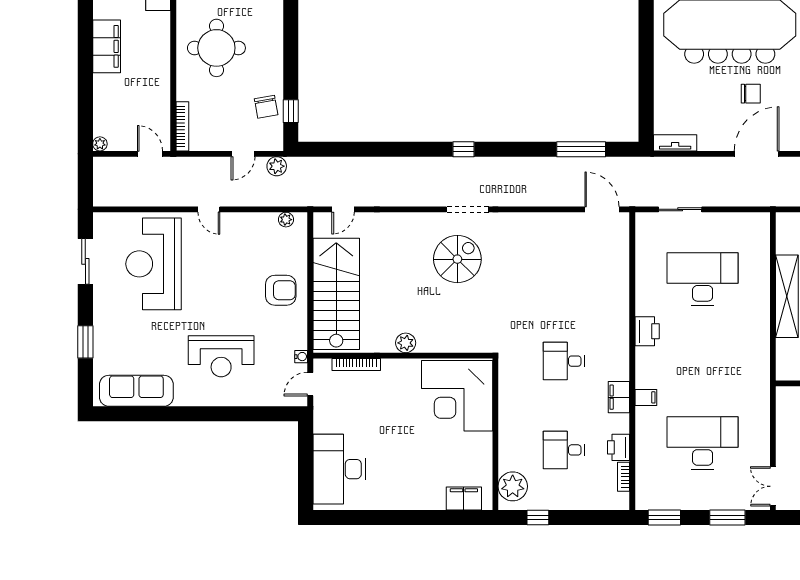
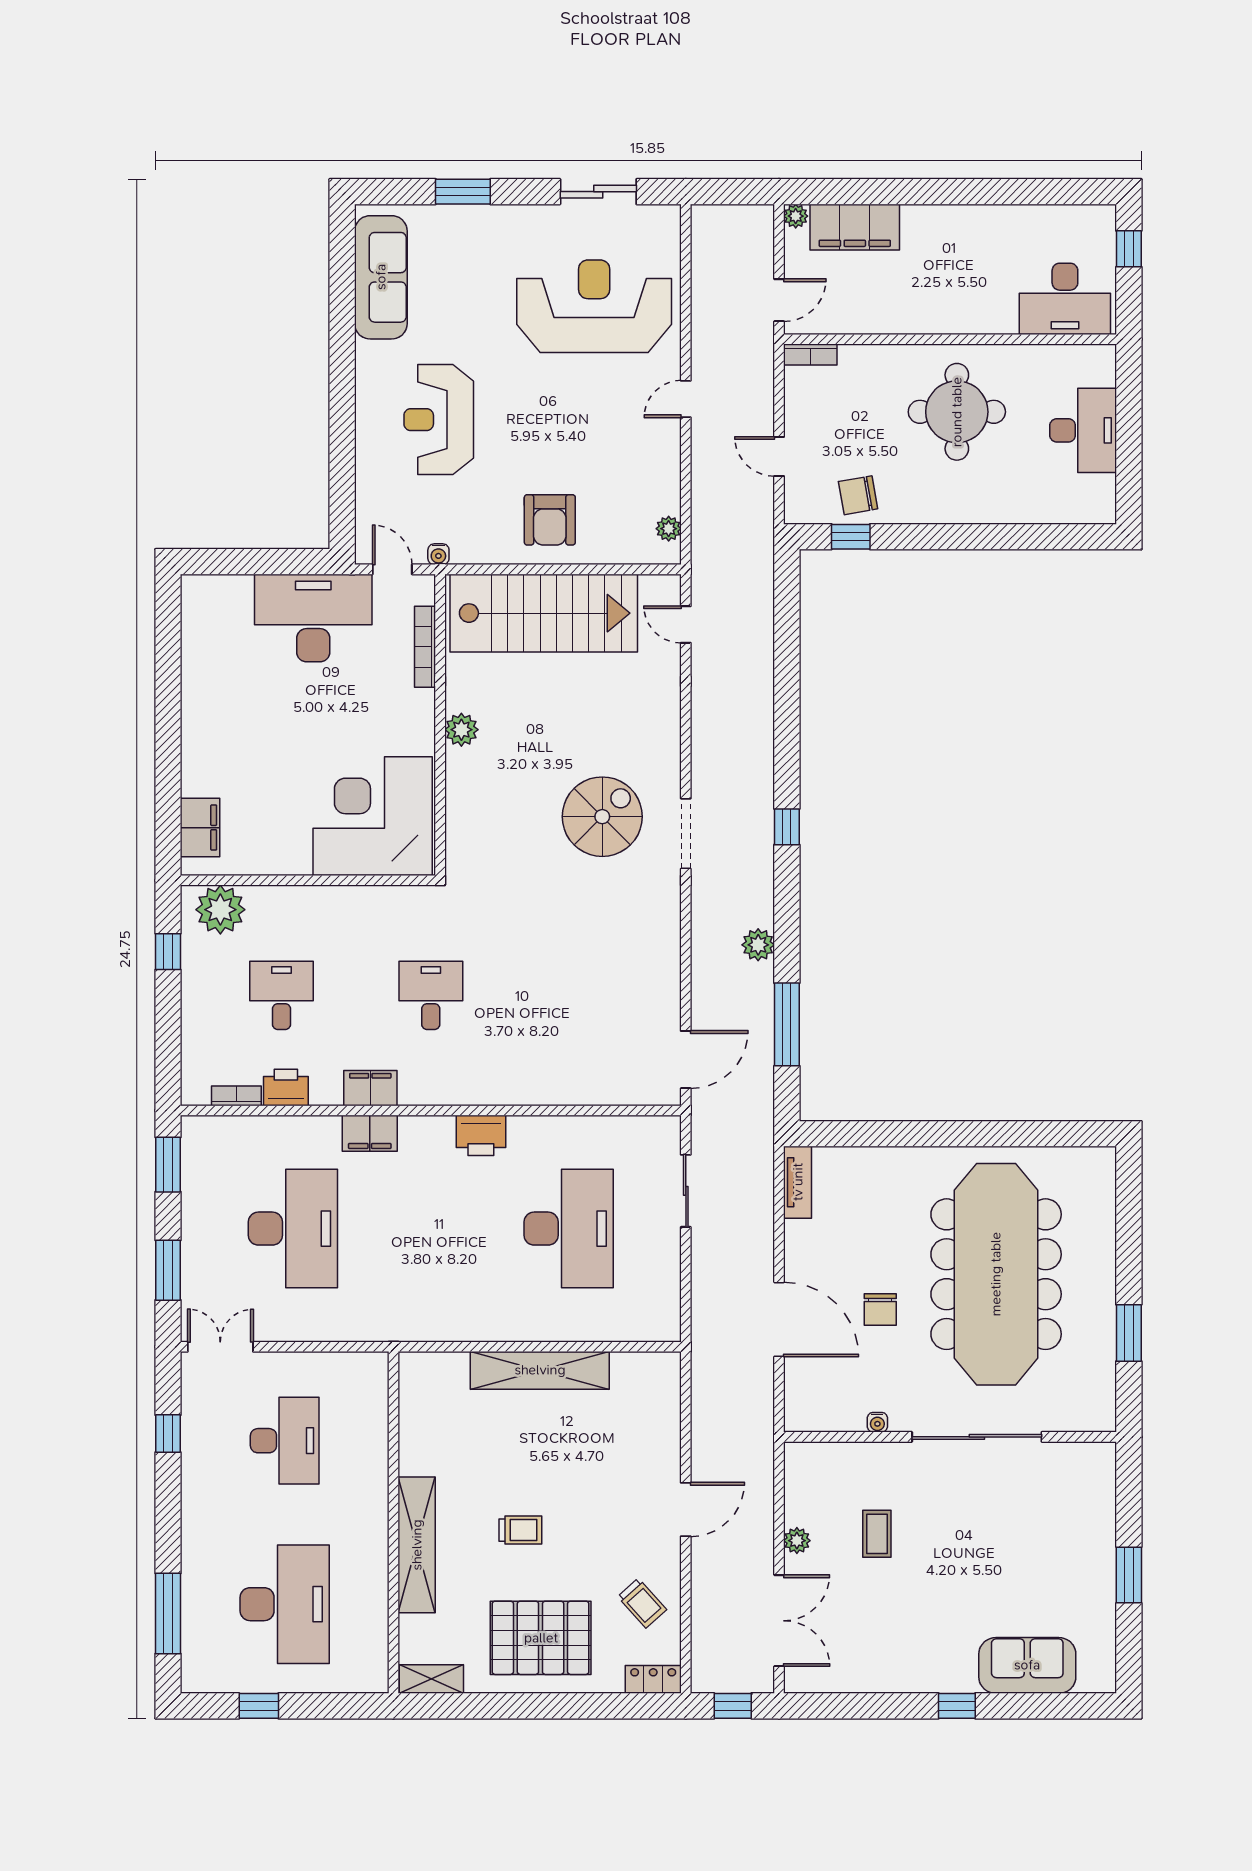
filing cabinet: (107, 46) -> (855, 227), moved
bookcase: (182, 126) -> (810, 355), width x0.64
plant: (277, 166) -> (758, 945), moved
spiral stairs: (457, 259) -> (602, 817), turned -90
filing cabinet: (646, 397) -> (370, 1133), width x2.00
desk: (339, 469) -> (313, 618), moved

